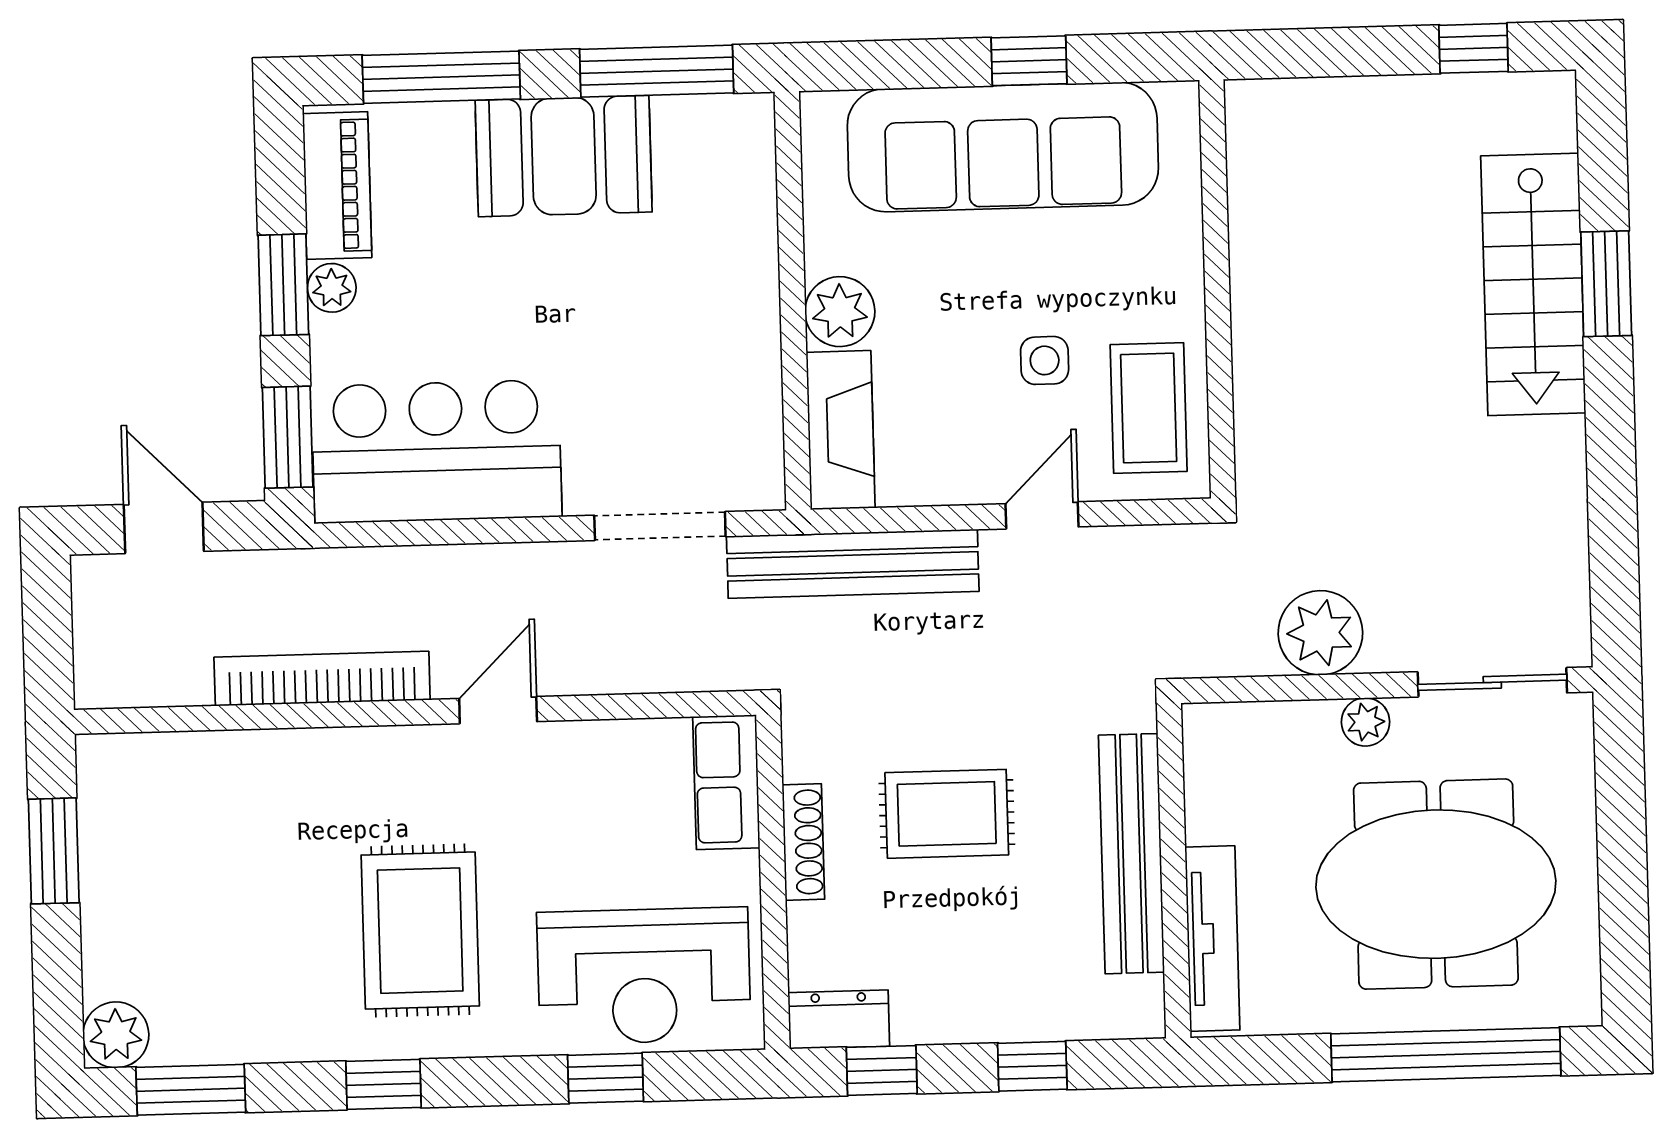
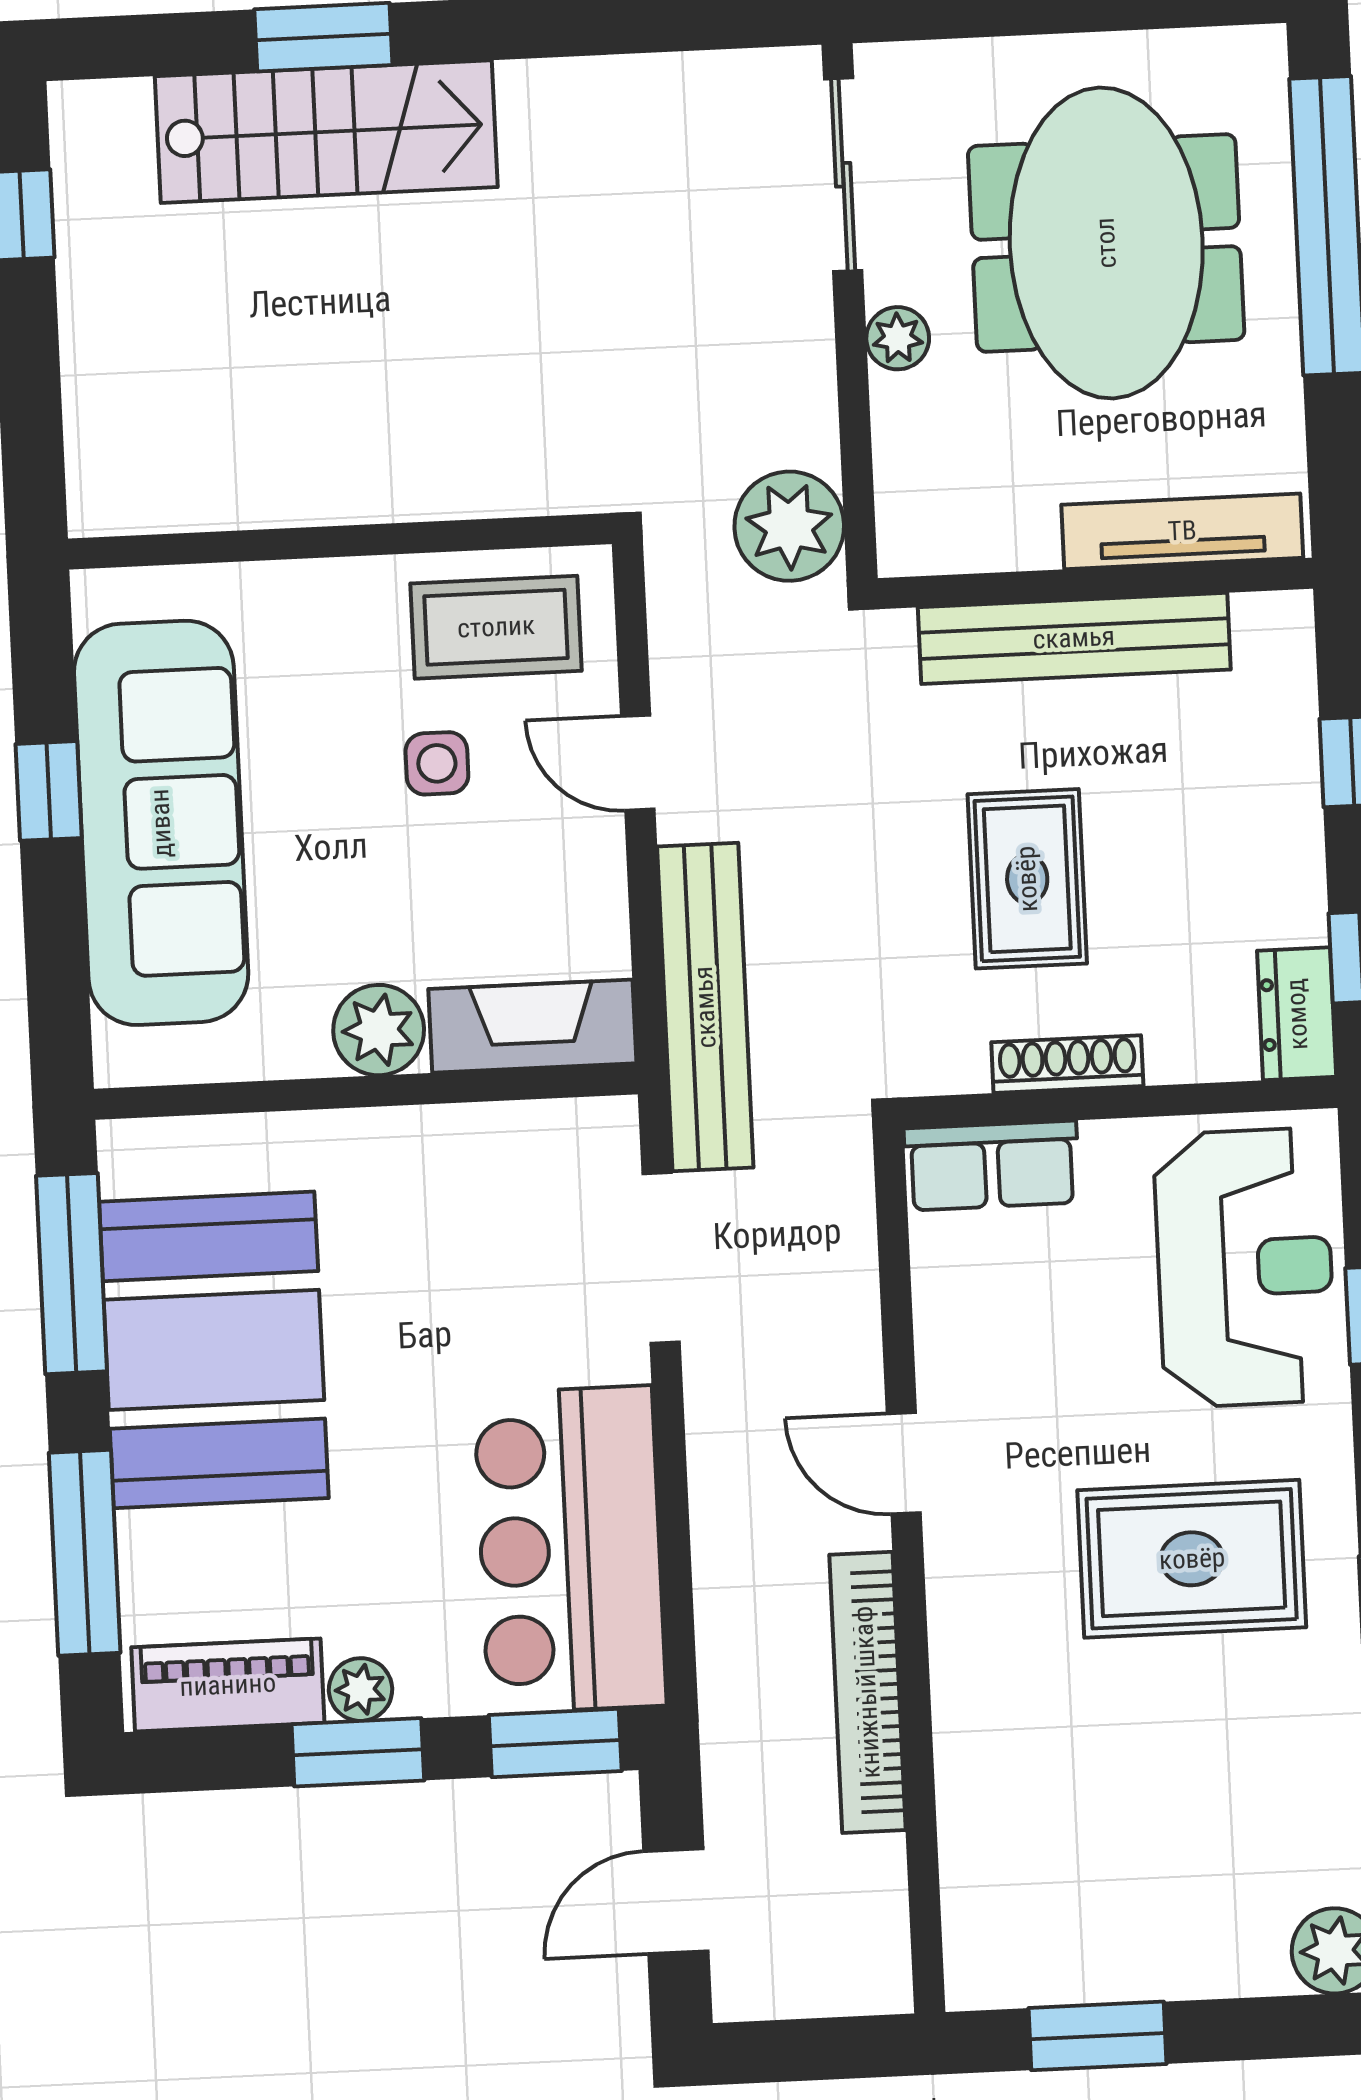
booth: (564, 156) -> (214, 1350), width x1.36, depth x1.42
plant: (1320, 633) -> (789, 526), moved

